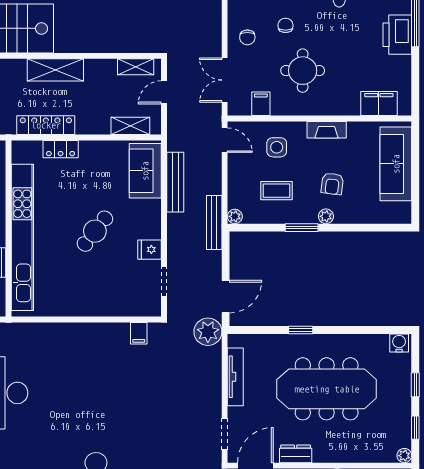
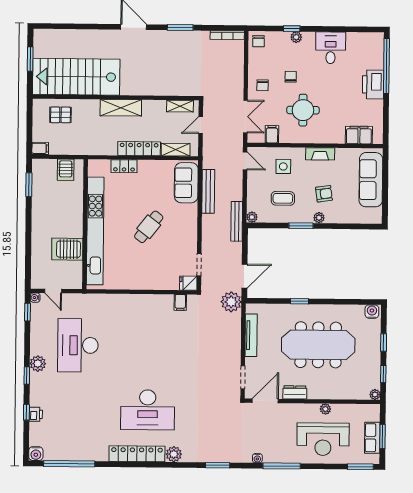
double door: (225, 80) -> (245, 117), swing flipped
locker: (46, 125) -> (139, 149), moved
armchair: (332, 184) -> (324, 194), turned -105
fridge: (149, 250) -> (188, 283), moved

